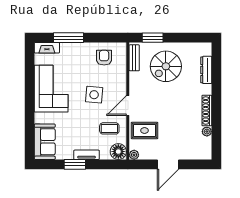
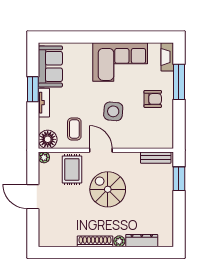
armchair: (104, 58) -> (153, 99), moved
spiral stairs: (166, 66) -> (108, 189), moved
plant: (207, 132) -> (119, 241), moved
sofa: (45, 142) -> (50, 66), moved, turned -90

